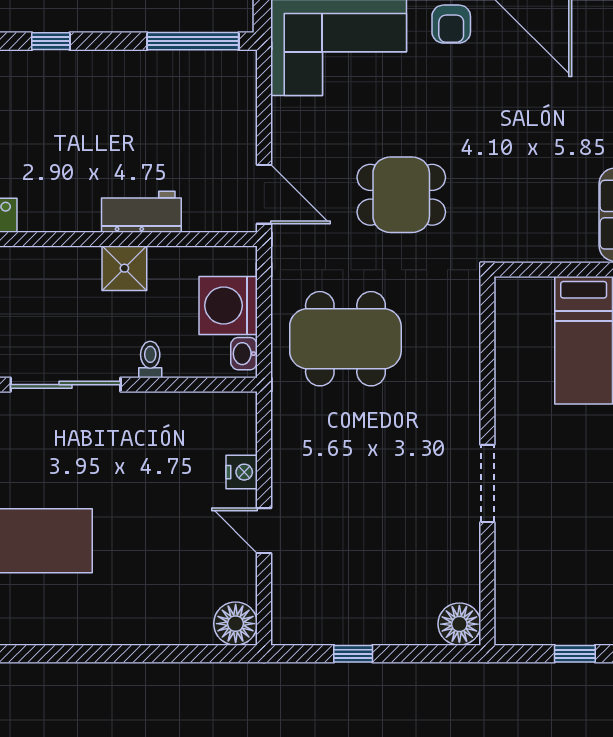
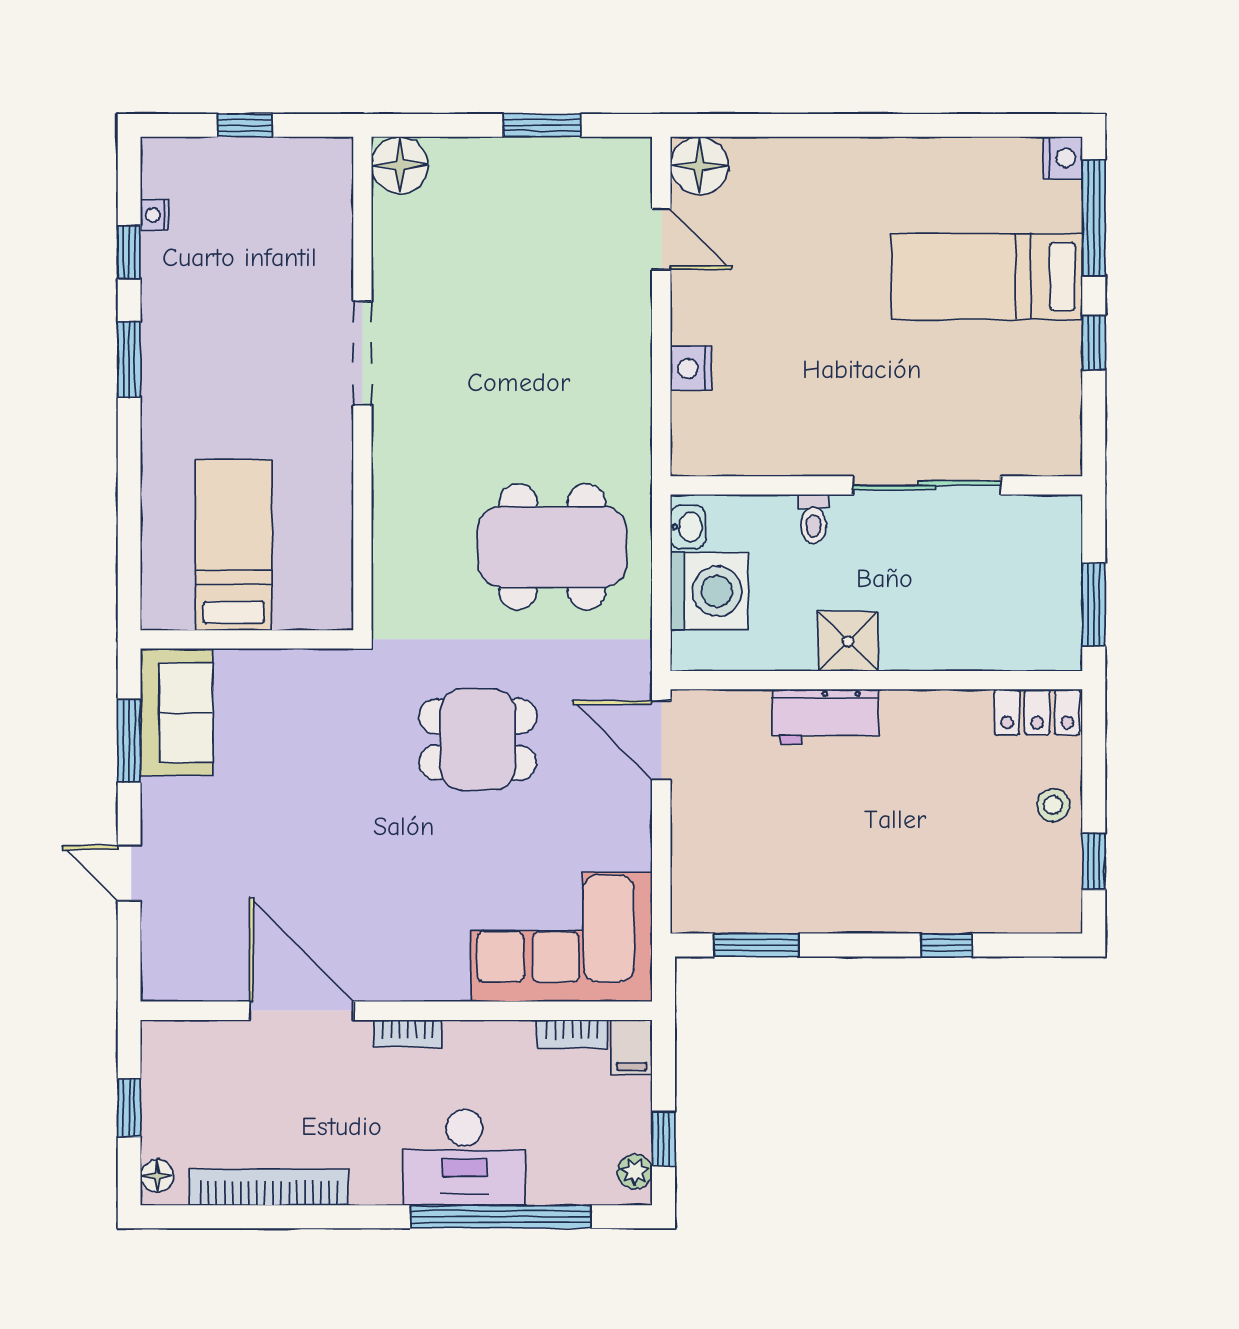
armchair: (451, 24) -> (411, 968), removed
window: (193, 41) -> (756, 945), width x0.69
door: (264, 531) -> (661, 239), moved
window: (353, 654) -> (542, 125), width x1.50

